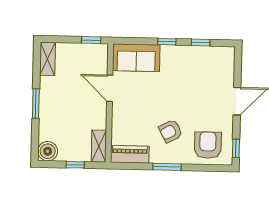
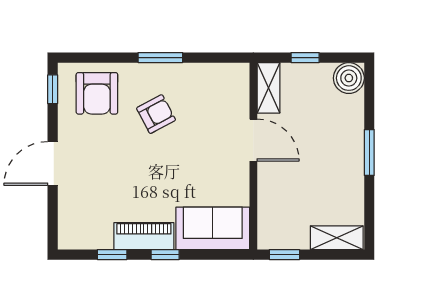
shelving: (48, 59) -> (337, 238), moved, turned 90
door: (110, 88) -> (253, 140), moved
piano: (130, 154) -> (144, 236), moved, turned 180

